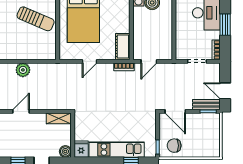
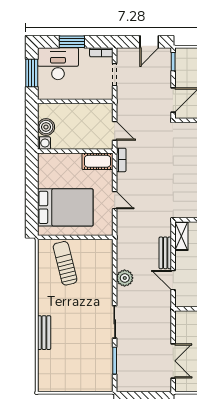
sun lounger: (36, 19) -> (65, 263), turned -37
bench: (206, 105) -> (165, 253), moved

